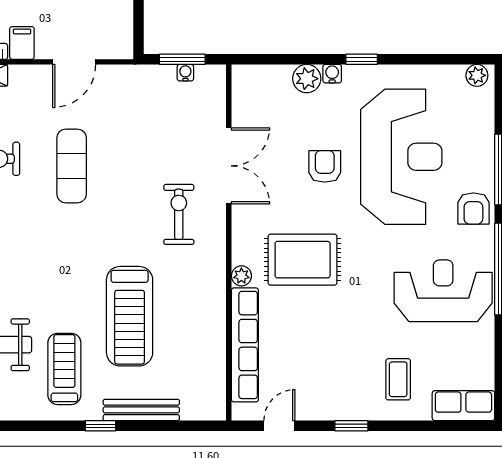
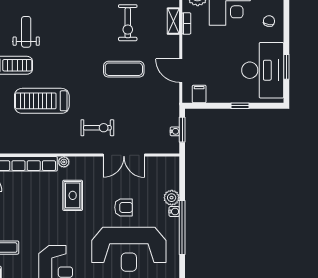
filing cabinet: (22, 43) -> (199, 94), moved, turned -90
window: (362, 59) -> (182, 228), width x3.17
rug: (303, 260) -> (73, 195), width x0.73, depth x0.70

